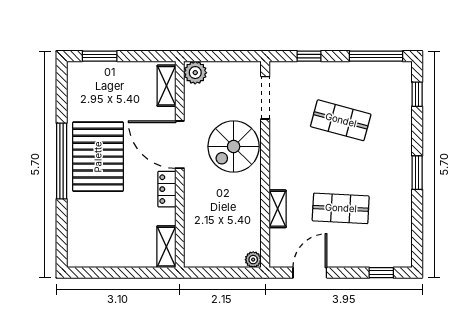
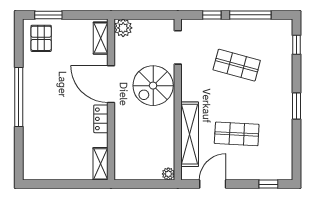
window: (376, 56) -> (250, 15), moved
pallet: (98, 157) -> (41, 38), moved, width x0.49, depth x0.50
shelving: (278, 209) -> (190, 134), width x2.20, depth x1.33

